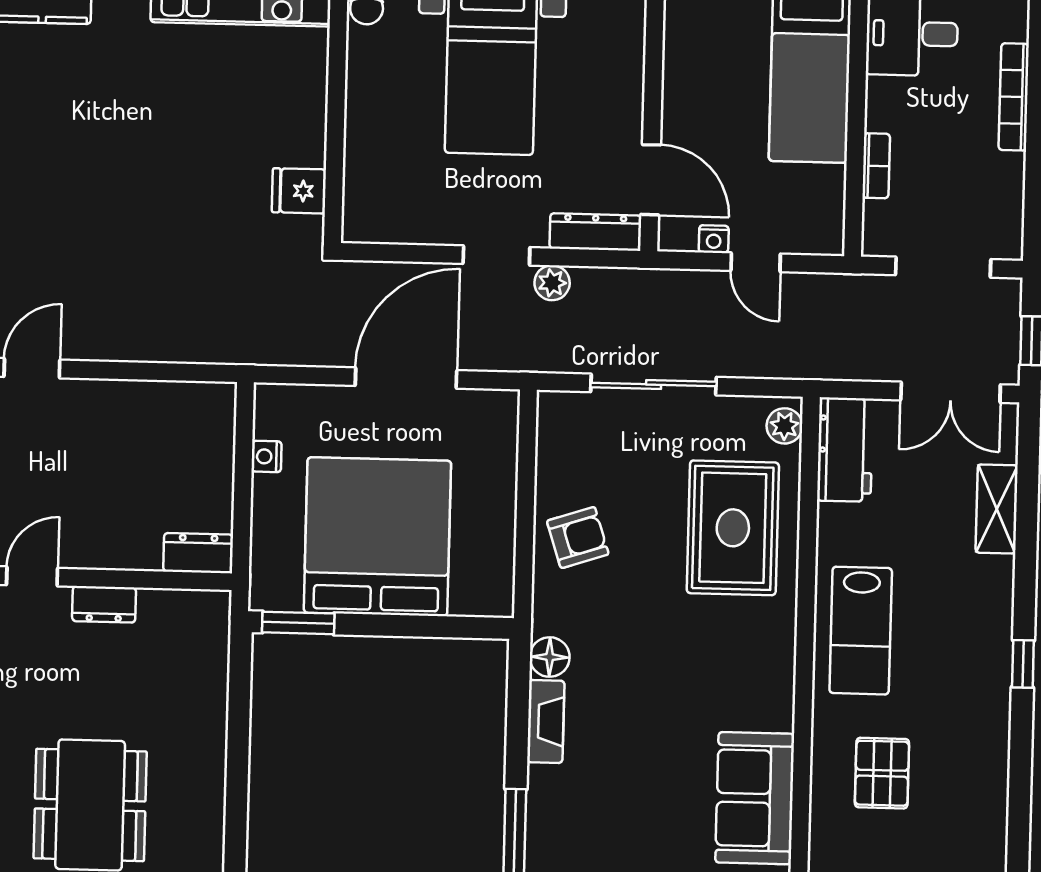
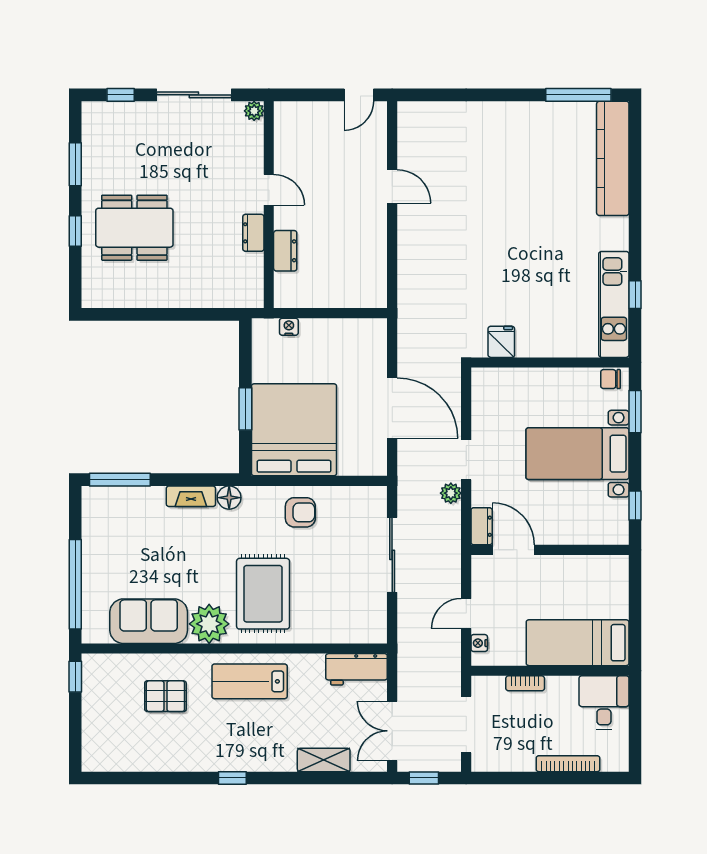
door: (651, 180) -> (513, 550), swing flipped
dresser: (595, 232) -> (482, 526), width x0.70
nightstand: (714, 239) -> (479, 643), moved
plant: (784, 426) -> (209, 624), moved, width x1.88, depth x1.88
nightstand: (267, 456) -> (289, 327), moved
rug: (733, 528) -> (263, 594), moved, turned 90
bed: (377, 537) -> (294, 430), moved, turned -90
armchair: (578, 538) -> (300, 512), turned -72
dresser: (198, 553) -> (285, 251), moved
window: (298, 623) -> (245, 409), moved

